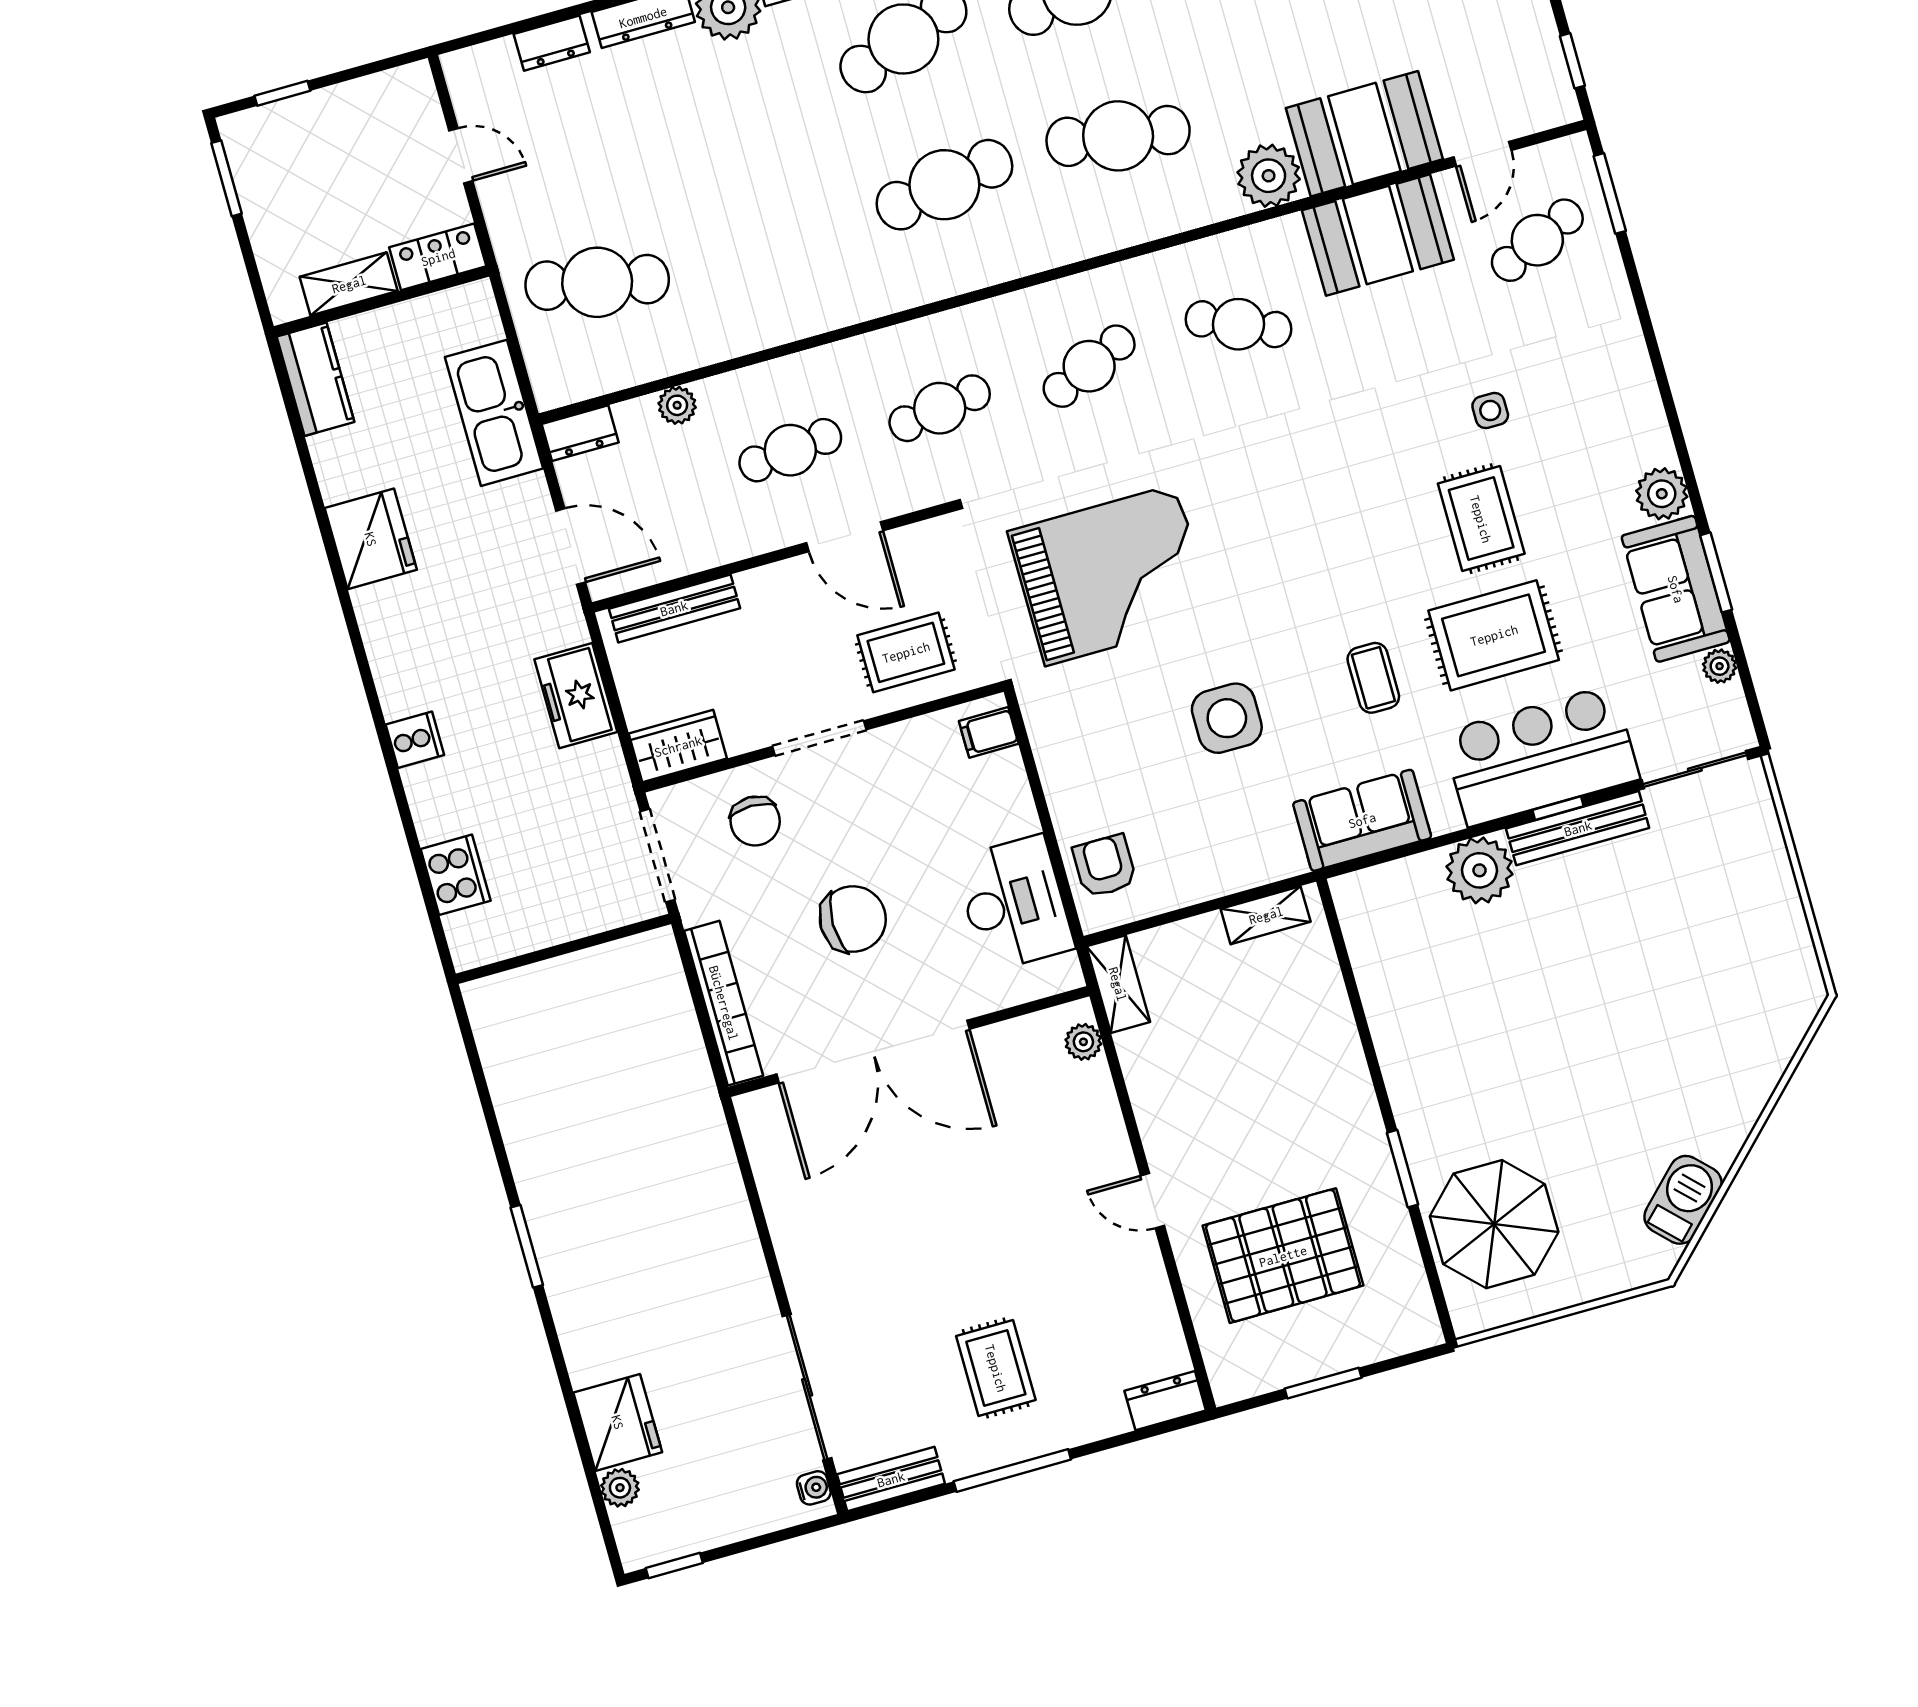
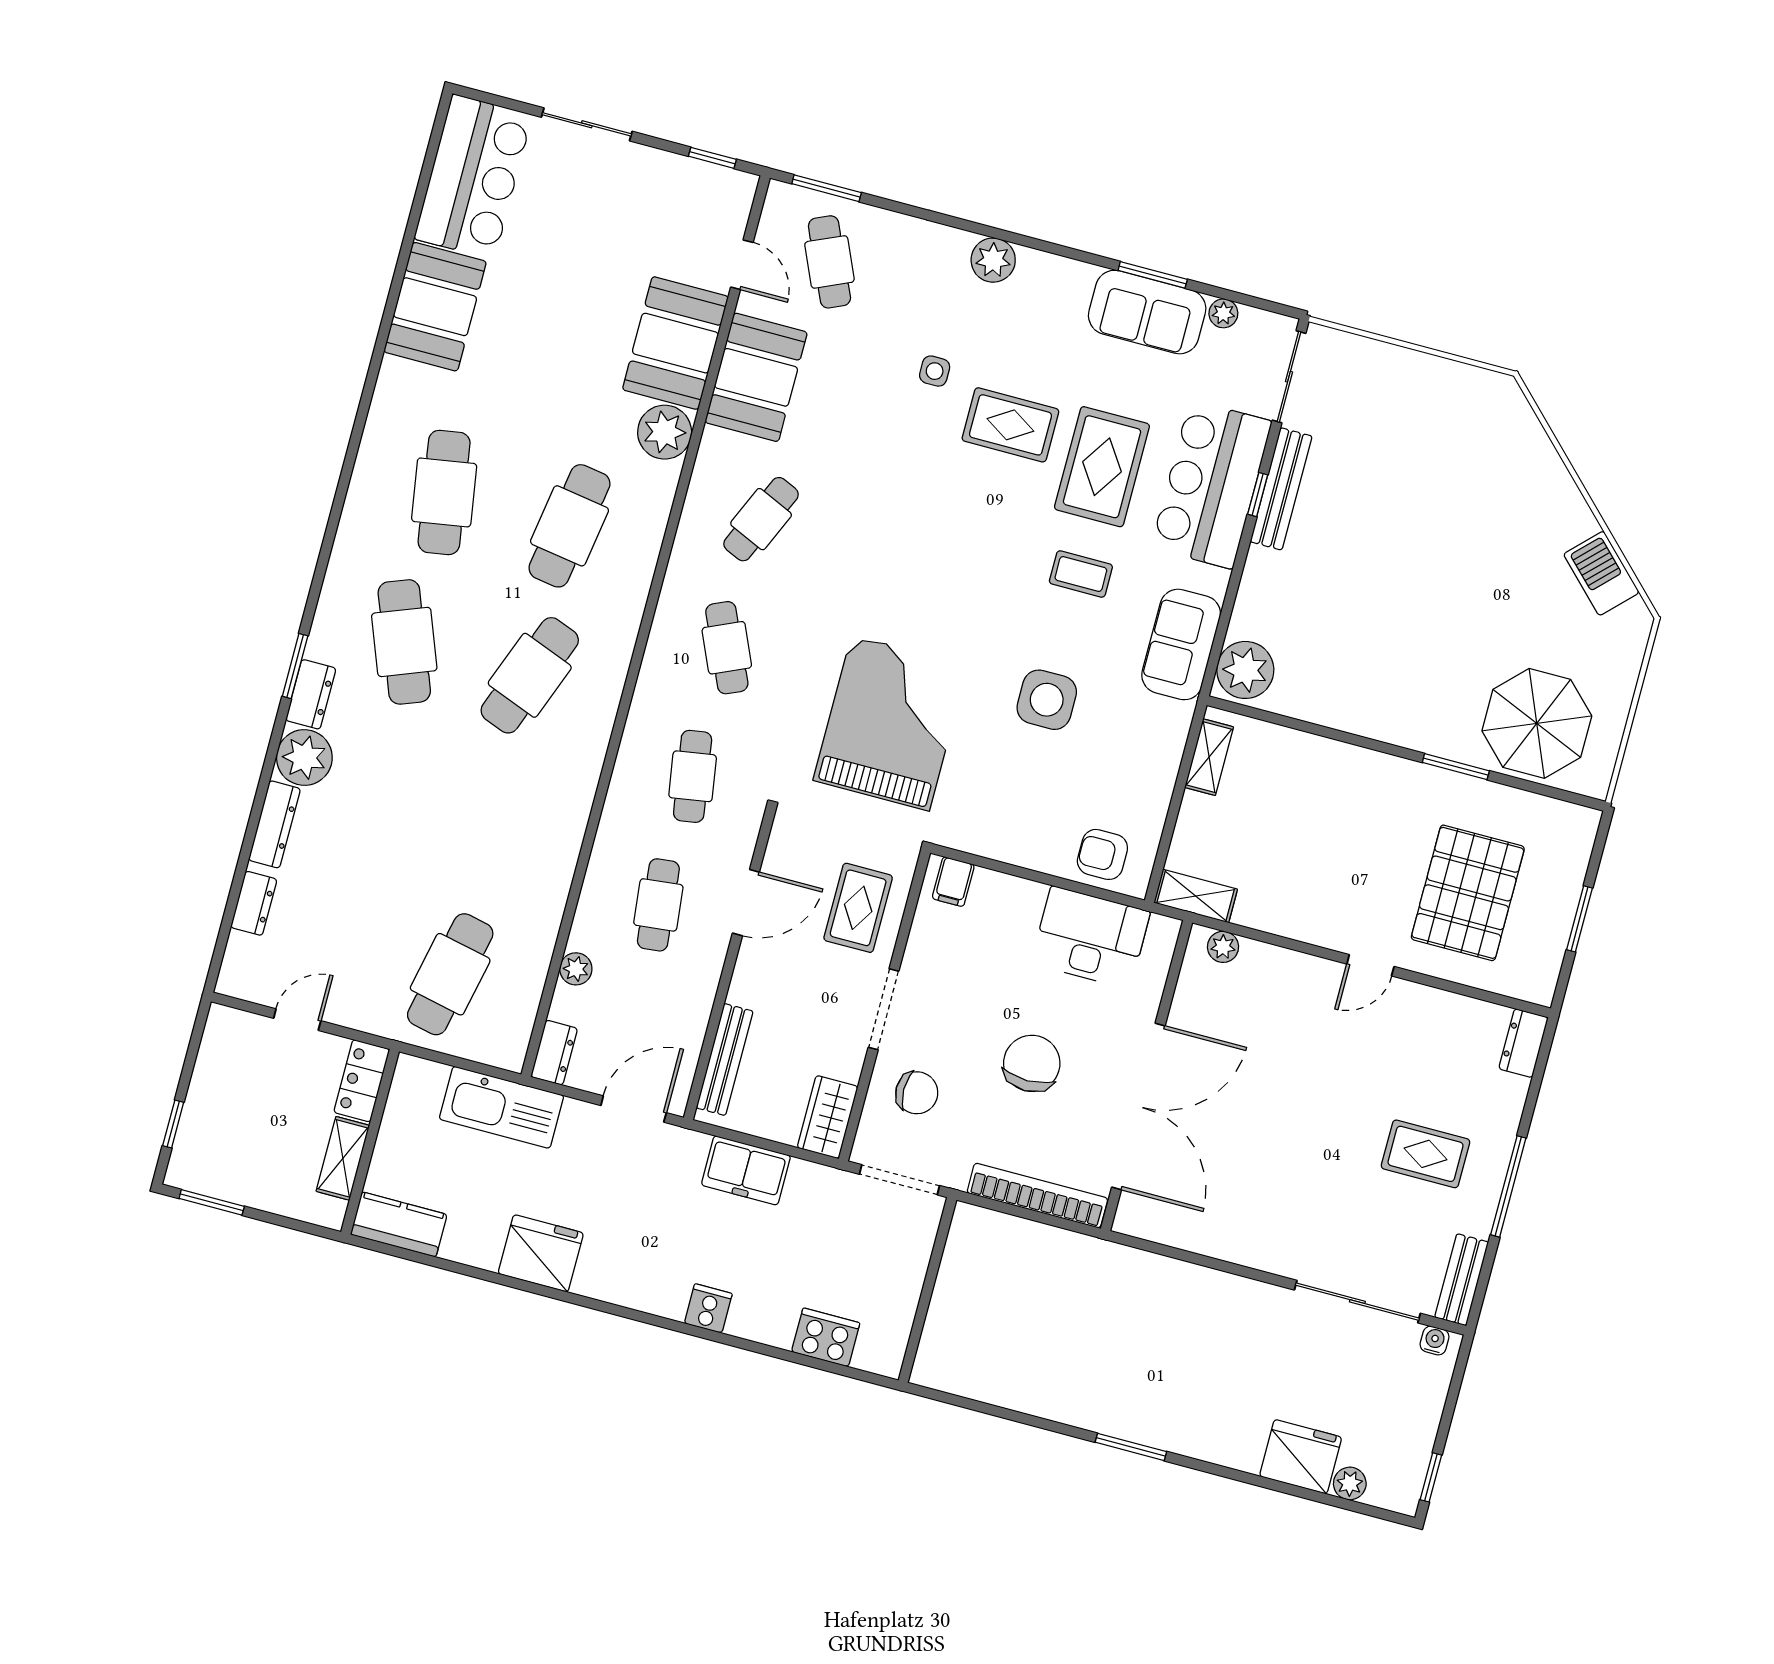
cafe table: (944, 185) -> (530, 675), turned 30
plant: (1662, 494) -> (993, 260), moved
plant: (1479, 870) -> (1245, 670), moved

